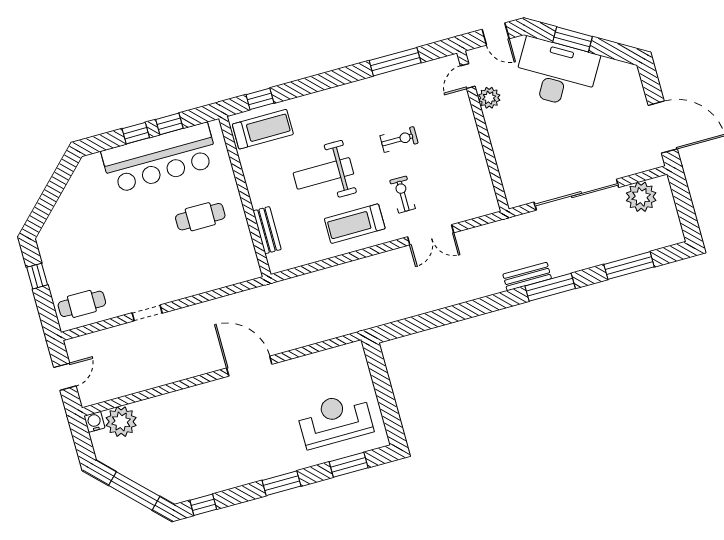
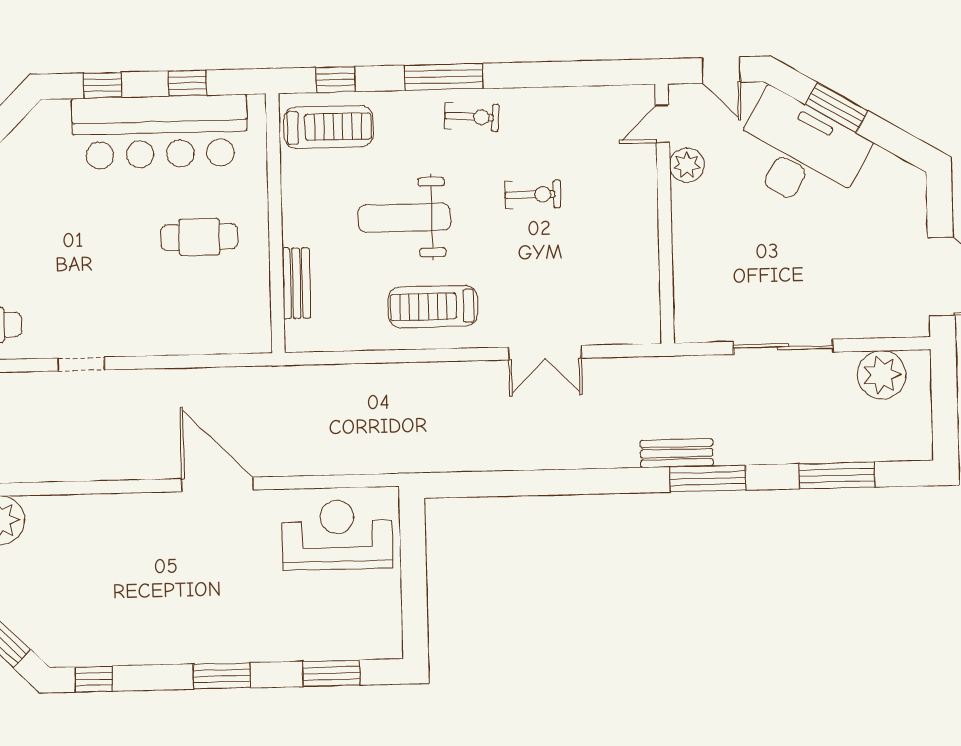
window: (395, 62) -> (444, 77), moved
window: (136, 133) -> (103, 85), moved
exercise bike: (403, 194) -> (472, 117), moved, turned 94
sliding door: (576, 195) -> (783, 347), width x0.73
reception desk: (335, 420) -> (337, 535), moved

